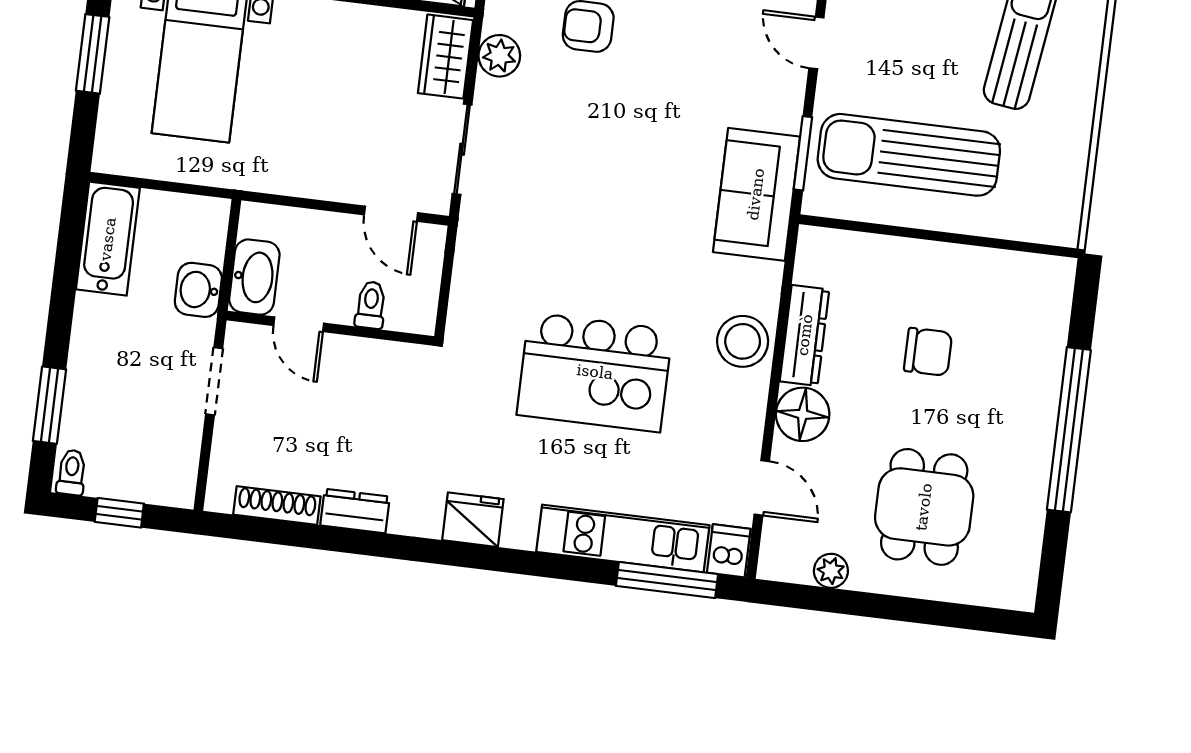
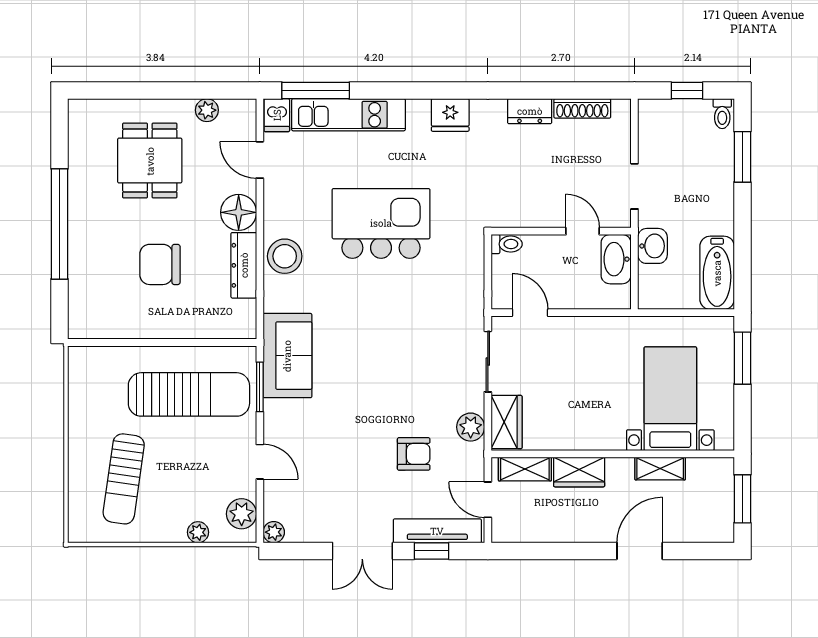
window: (93, 54) -> (742, 358), moved
toilet: (371, 305) -> (507, 244), moved, turned -90
chair: (928, 352) -> (160, 264), width x1.37, depth x1.37

